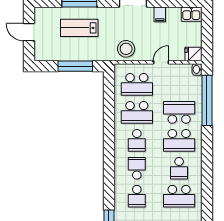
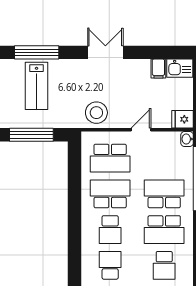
filing cabinet: (160, 14) -> (158, 69), moved
lab bench: (79, 28) -> (37, 86), turned -90
school desk: (137, 112) -> (110, 194), turned 180

